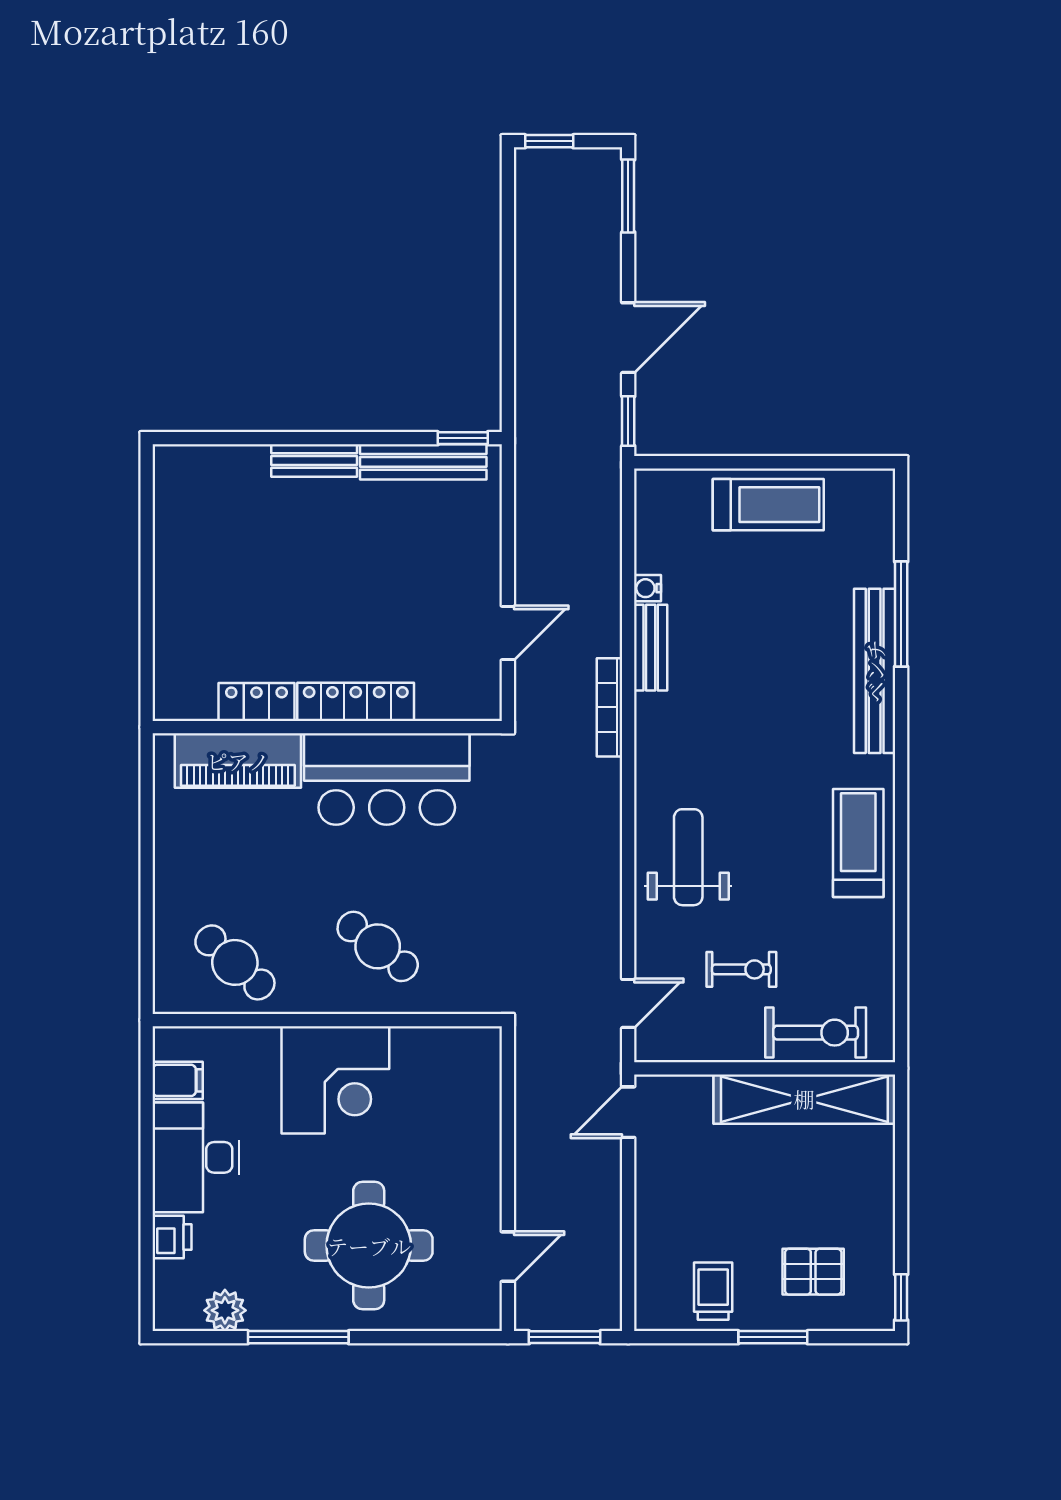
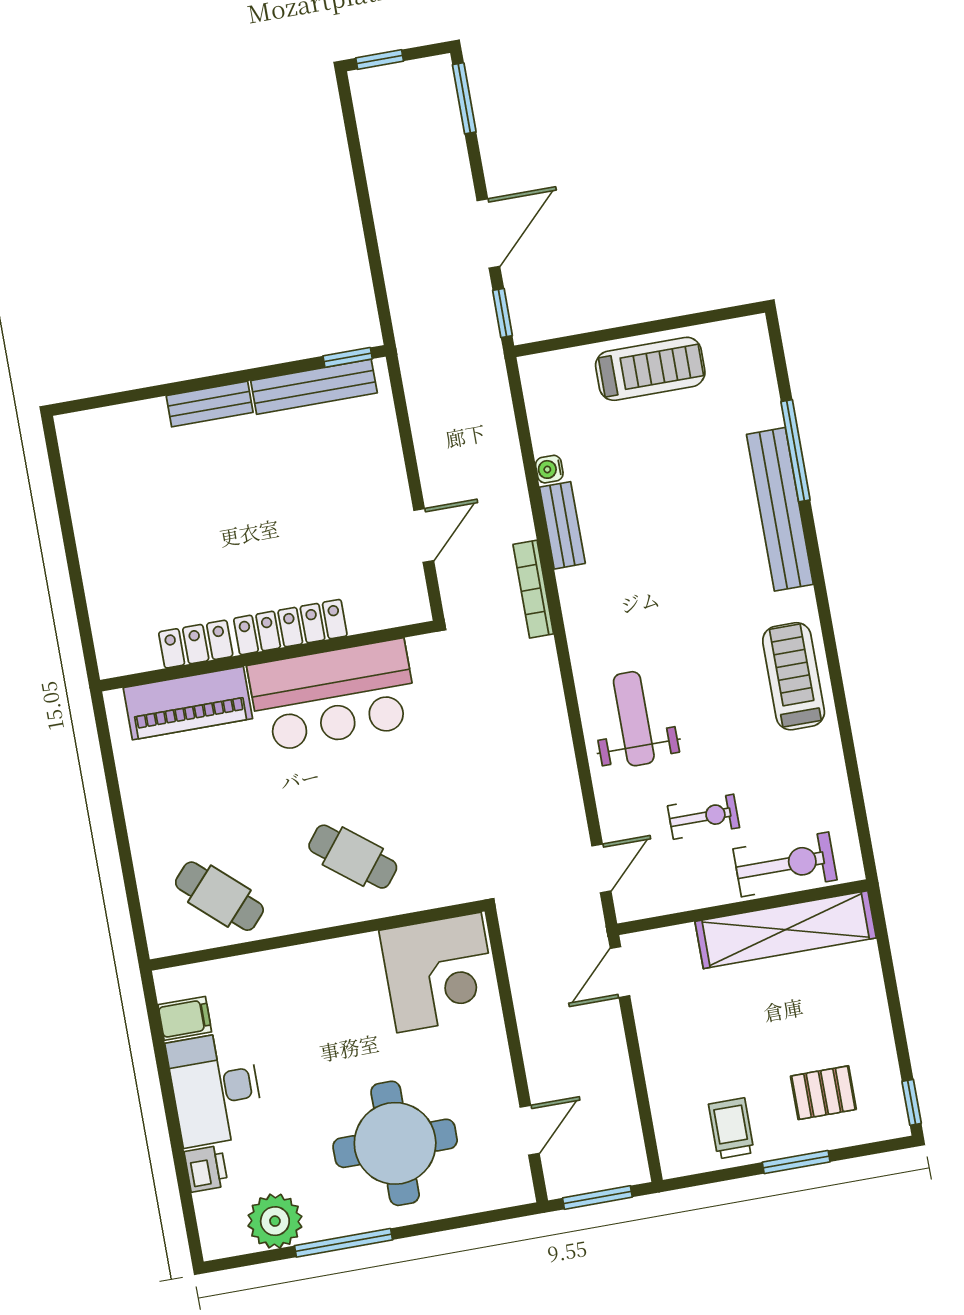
corner desk: (335, 1080) -> (439, 973), moved
plant: (225, 1310) -> (275, 1221), width x1.36, depth x1.36

